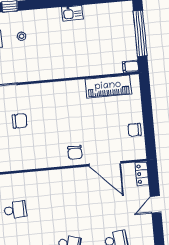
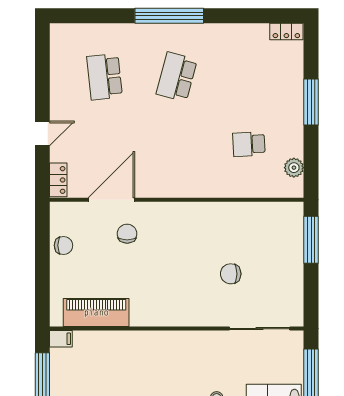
chair: (75, 153) -> (127, 234), moved
door: (105, 164) -> (111, 200), hinge flipped

